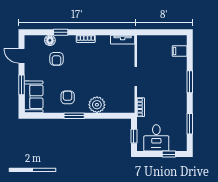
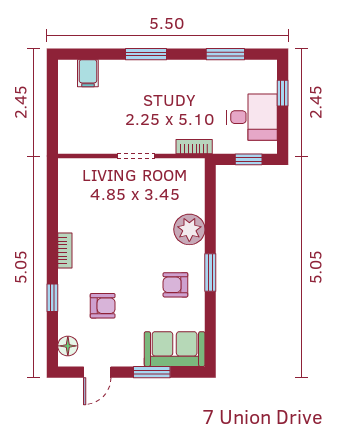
floor lamp: (50, 40) -> (68, 346), moved
tv unit: (123, 40) -> (66, 181), removed

